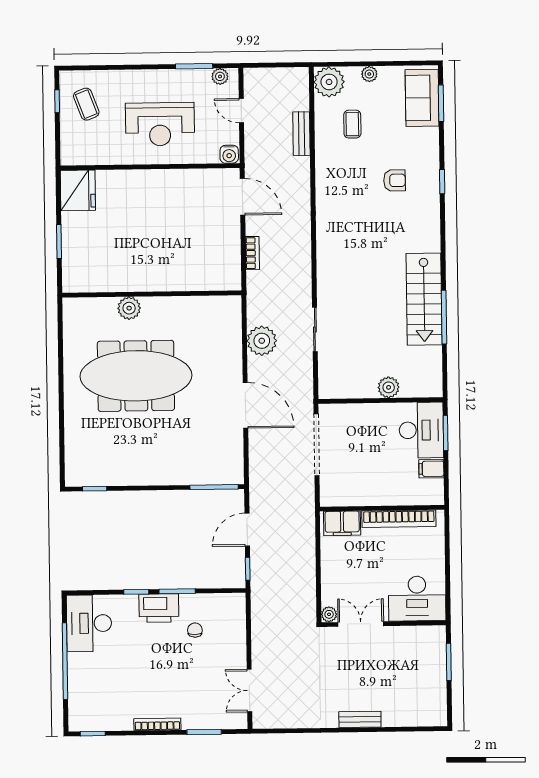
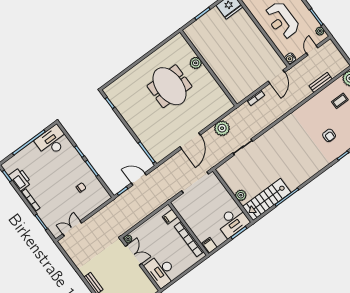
stairs: (424, 299) -> (267, 200), moved
meeting table: (136, 376) -> (169, 86), width x0.73
filing cabinet: (431, 469) -> (210, 245), moved
filing cabinet: (342, 523) -> (170, 217), width x0.50
printer: (159, 608) -> (20, 179), moved, turned 180

